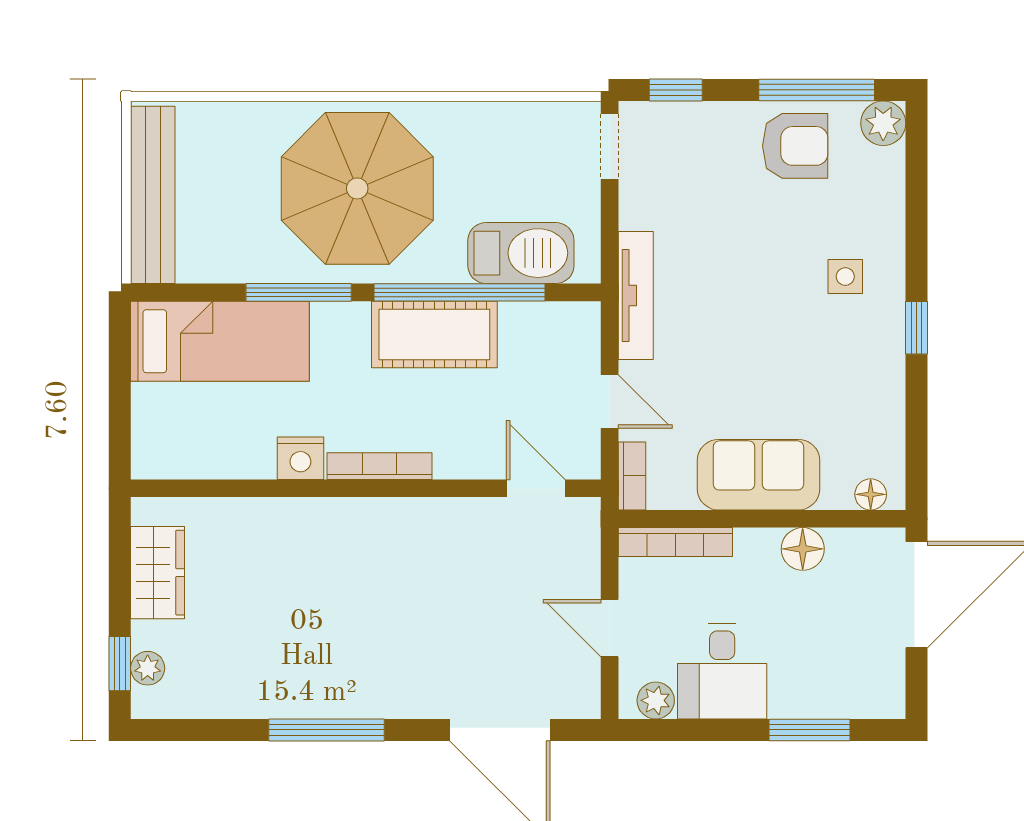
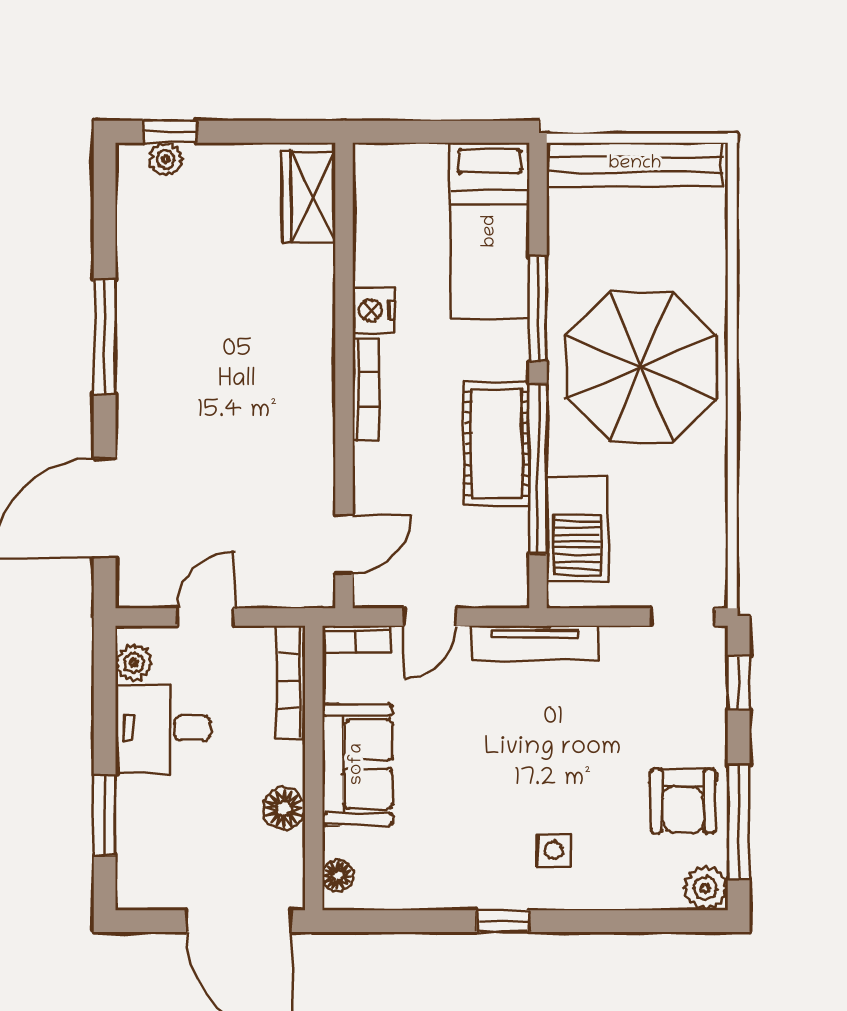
wardrobe: (158, 573) -> (309, 197), moved, turned 90

